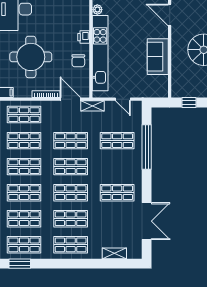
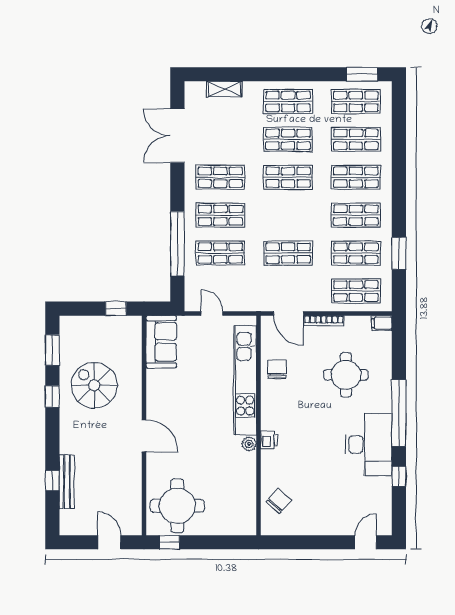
printer: (84, 37) -> (269, 440), moved
round table: (31, 57) -> (346, 375), width x0.73, depth x0.73
sofa: (158, 57) -> (161, 342), moved
shelving: (93, 106) -> (256, 304), removed
shop shelf: (71, 167) -> (220, 215), moved

